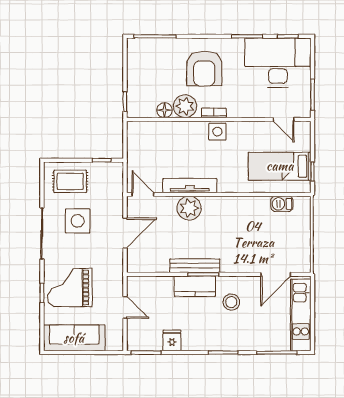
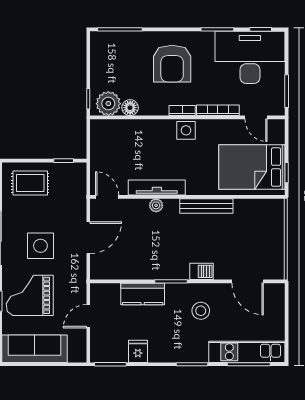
plant: (185, 106) -> (108, 104), moved
bookcase: (248, 113) -> (218, 110), added
bed: (280, 166) -> (252, 167), width x1.50
barbecue: (282, 204) -> (202, 271), moved, turned 180
plant: (189, 208) -> (156, 205), width x0.53, depth x0.53
side table: (78, 221) -> (40, 246), moved
bench: (195, 266) -> (206, 206), moved
door: (276, 274) -> (248, 281), hinge flipped
kitchen counter: (195, 286) -> (143, 294), moved
door: (125, 307) -> (88, 316), swing flipped
kitchen unit: (301, 315) -> (247, 352), moved, turned 90

